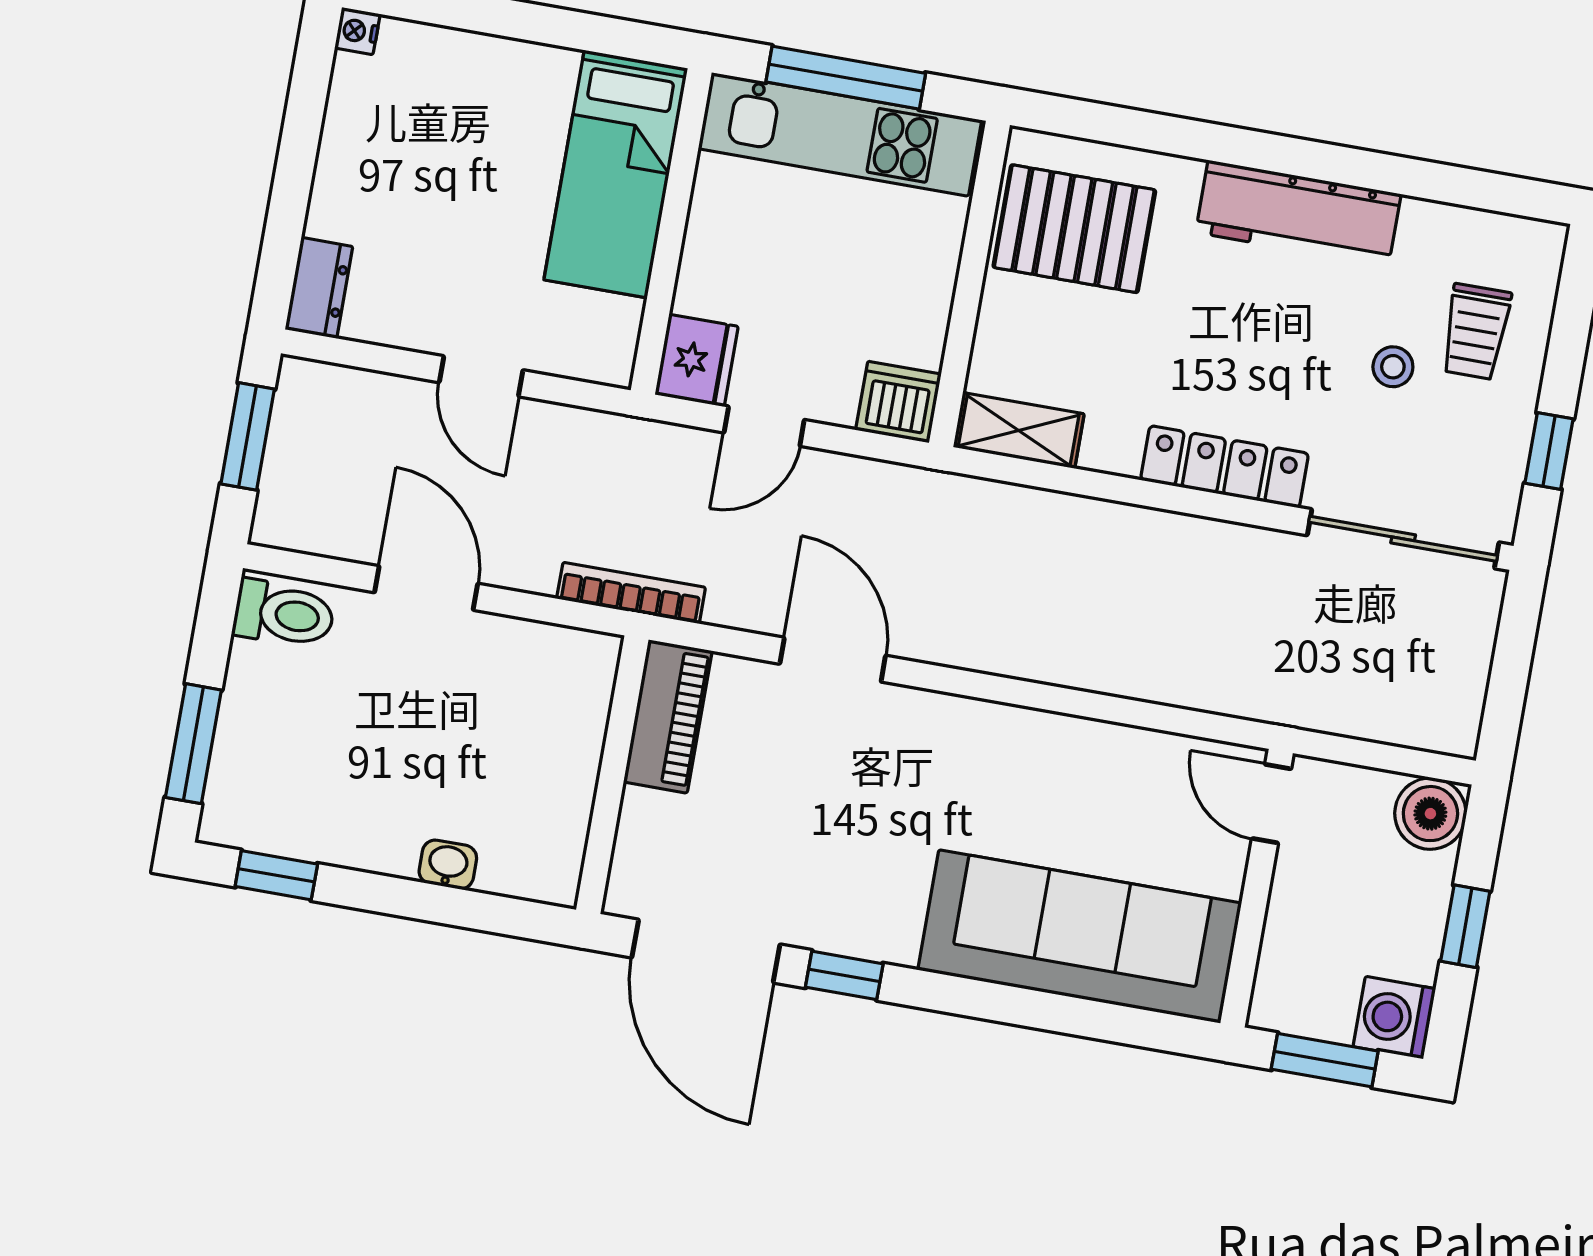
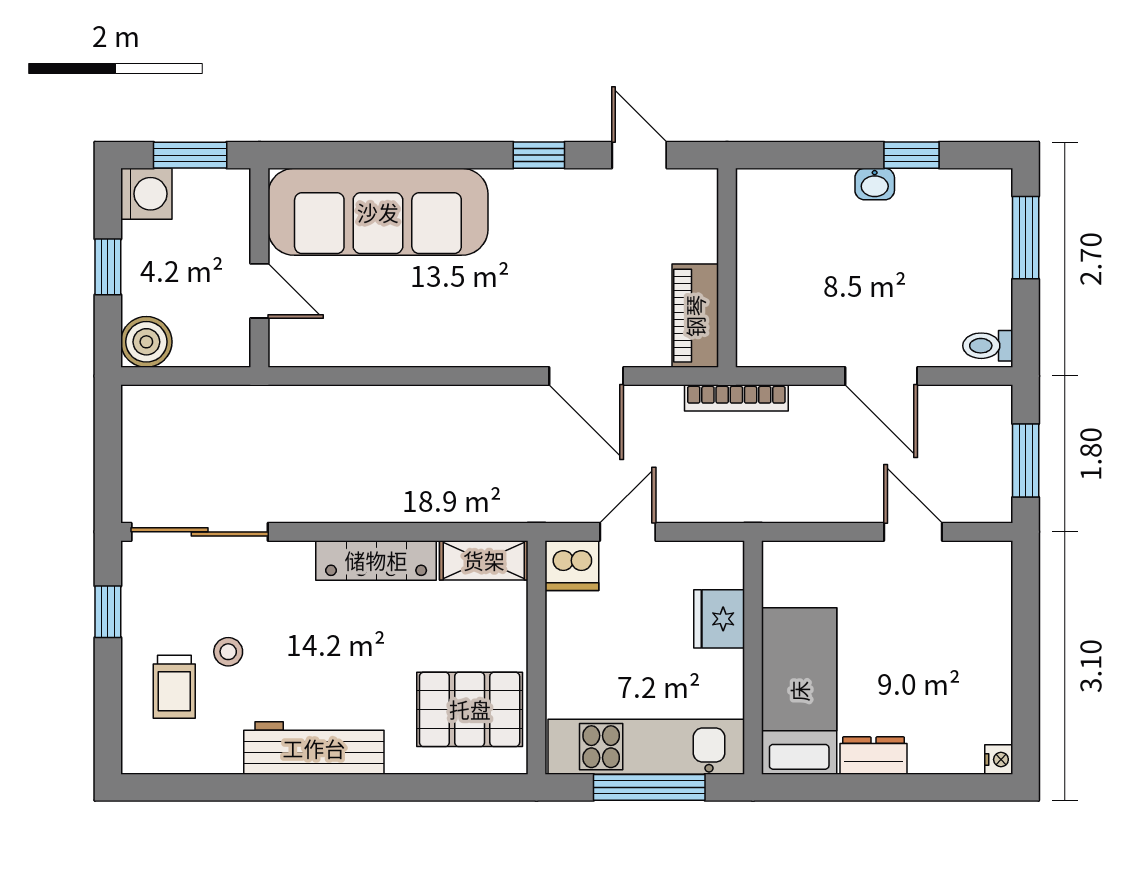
dresser: (319, 288) -> (874, 756), moved, turned 90
trolley: (1476, 332) -> (174, 687), turned 180
fridge: (697, 360) -> (719, 619), moved
door: (481, 376) -> (913, 532), moved
door: (764, 426) -> (628, 532), moved
locker: (1225, 467) -> (376, 560), moved
toilet: (284, 614) -> (988, 346), width x0.73, depth x0.72
door: (1272, 804) -> (259, 291), moved
washbasin: (448, 865) -> (875, 184), moved
window: (276, 875) -> (912, 155), moved
door: (706, 951) -> (639, 155), width x0.53

